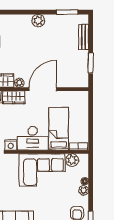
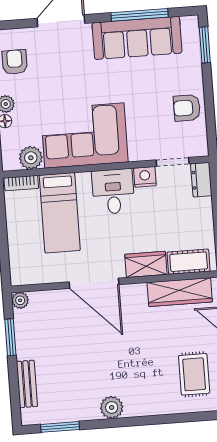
plant: (19, 83) -> (20, 300), moved
door: (43, 89) -> (94, 283), hinge flipped
desk: (33, 138) -> (113, 191), width x0.73

